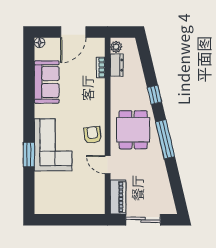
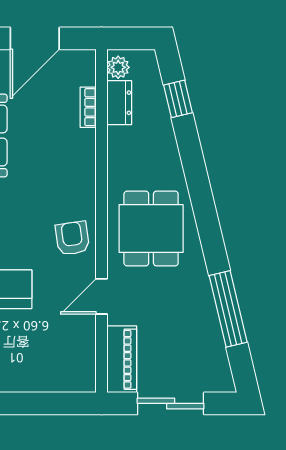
window: (154, 95) -> (178, 99), moved
window: (165, 139) -> (228, 309), moved
door: (108, 165) -> (102, 296), hinge flipped

